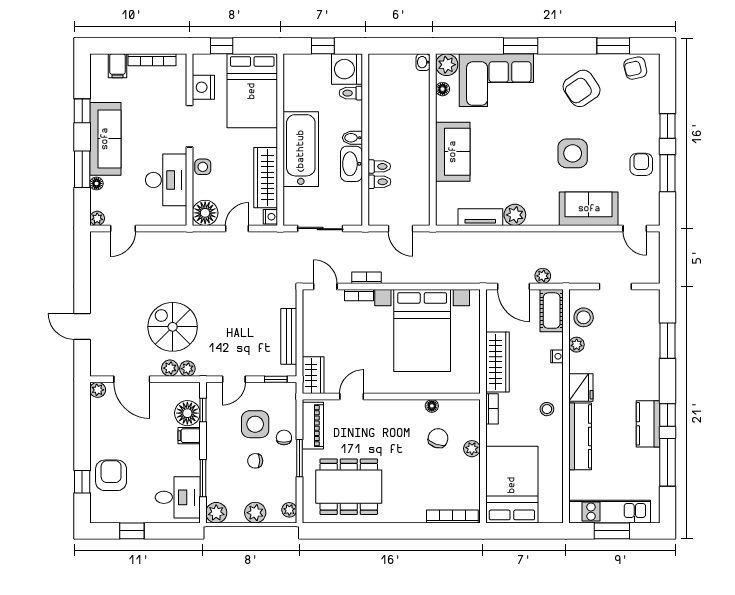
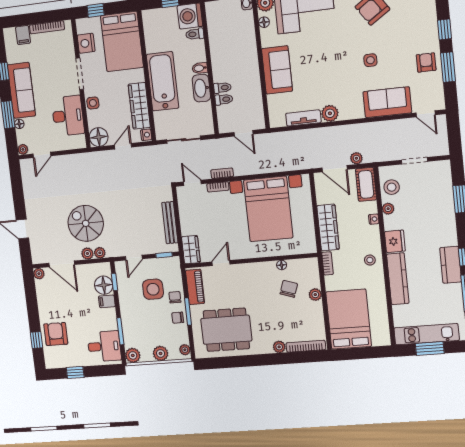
side table: (573, 153) -> (370, 60), width x0.54, depth x0.54
chair: (255, 461) -> (178, 318), moved
plant: (417, 515) -> (279, 347), added

